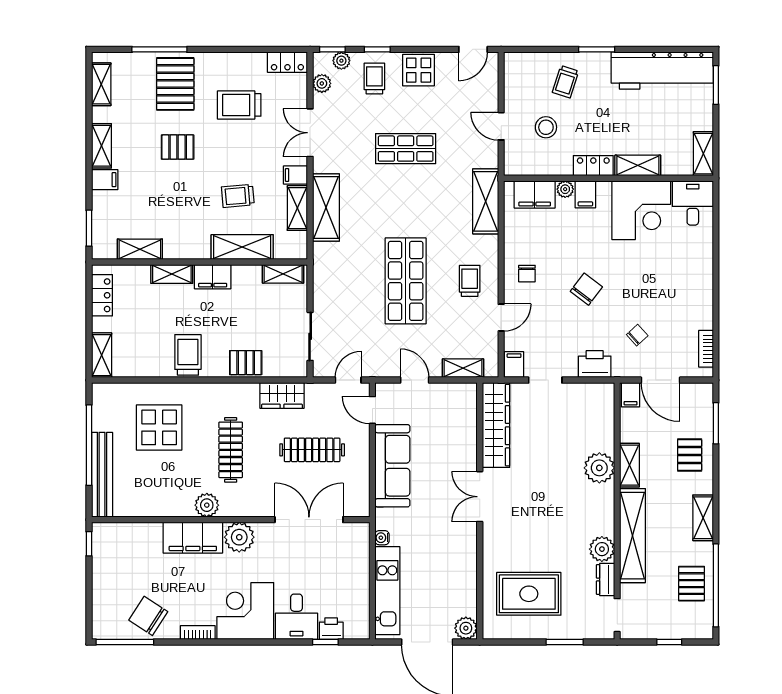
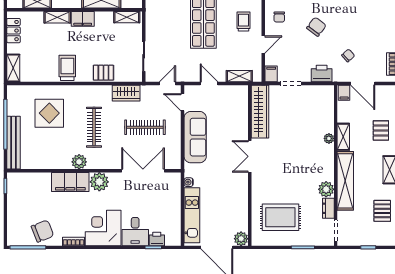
plant: (599, 468) -> (329, 138), width x0.53, depth x0.53
chair: (148, 616) -> (42, 231), turned 125

